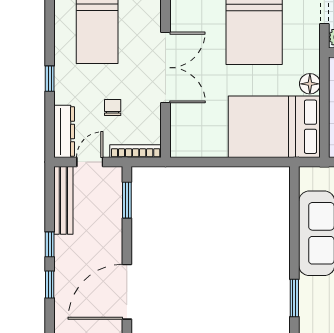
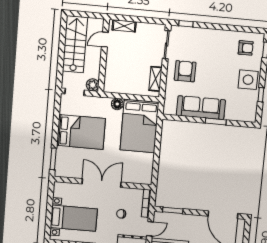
door: (90, 162) -> (150, 229), swing flipped
window: (294, 298) -> (216, 121), moved

